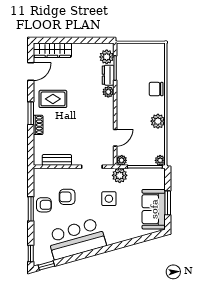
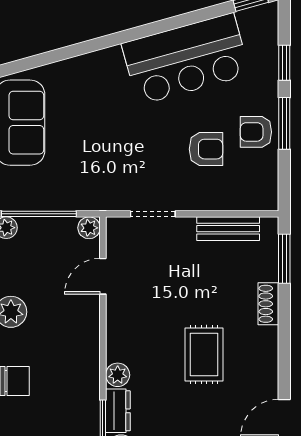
rug: (53, 99) -> (204, 354), moved, turned 90
window: (31, 113) -> (284, 259), moved
plant: (120, 175) -> (93, 195), removed
side table: (109, 199) -> (116, 145), removed
window: (31, 253) -> (284, 63), moved

